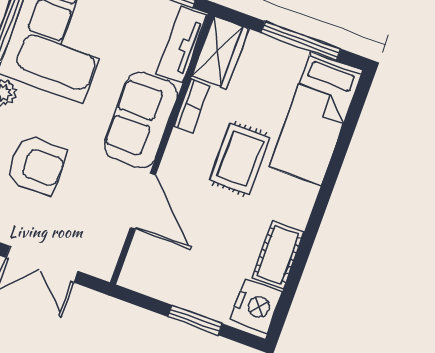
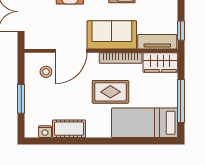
bookcase: (192, 106) -> (121, 58), width x1.56
stool: (163, 259) -> (46, 72), added
nightstand: (256, 306) -> (45, 132), width x0.53, depth x0.56

